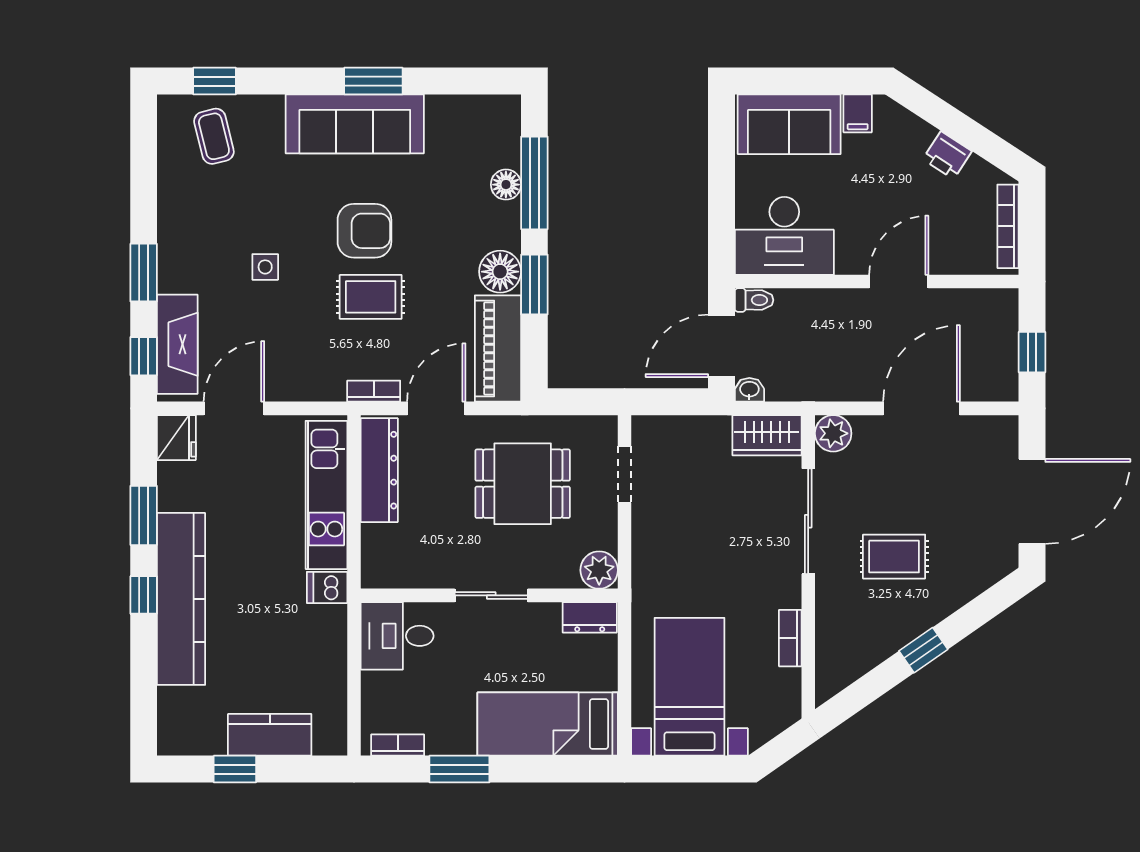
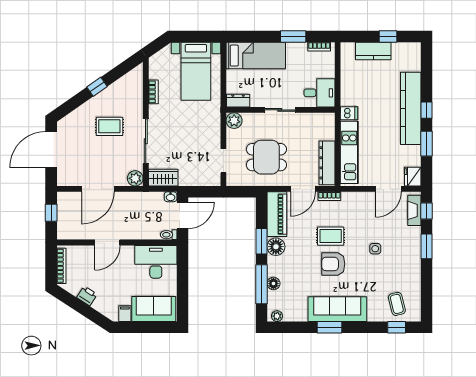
plant: (498, 107) -> (277, 316), added
fireplace: (177, 344) -> (414, 210), width x0.73, depth x0.76

